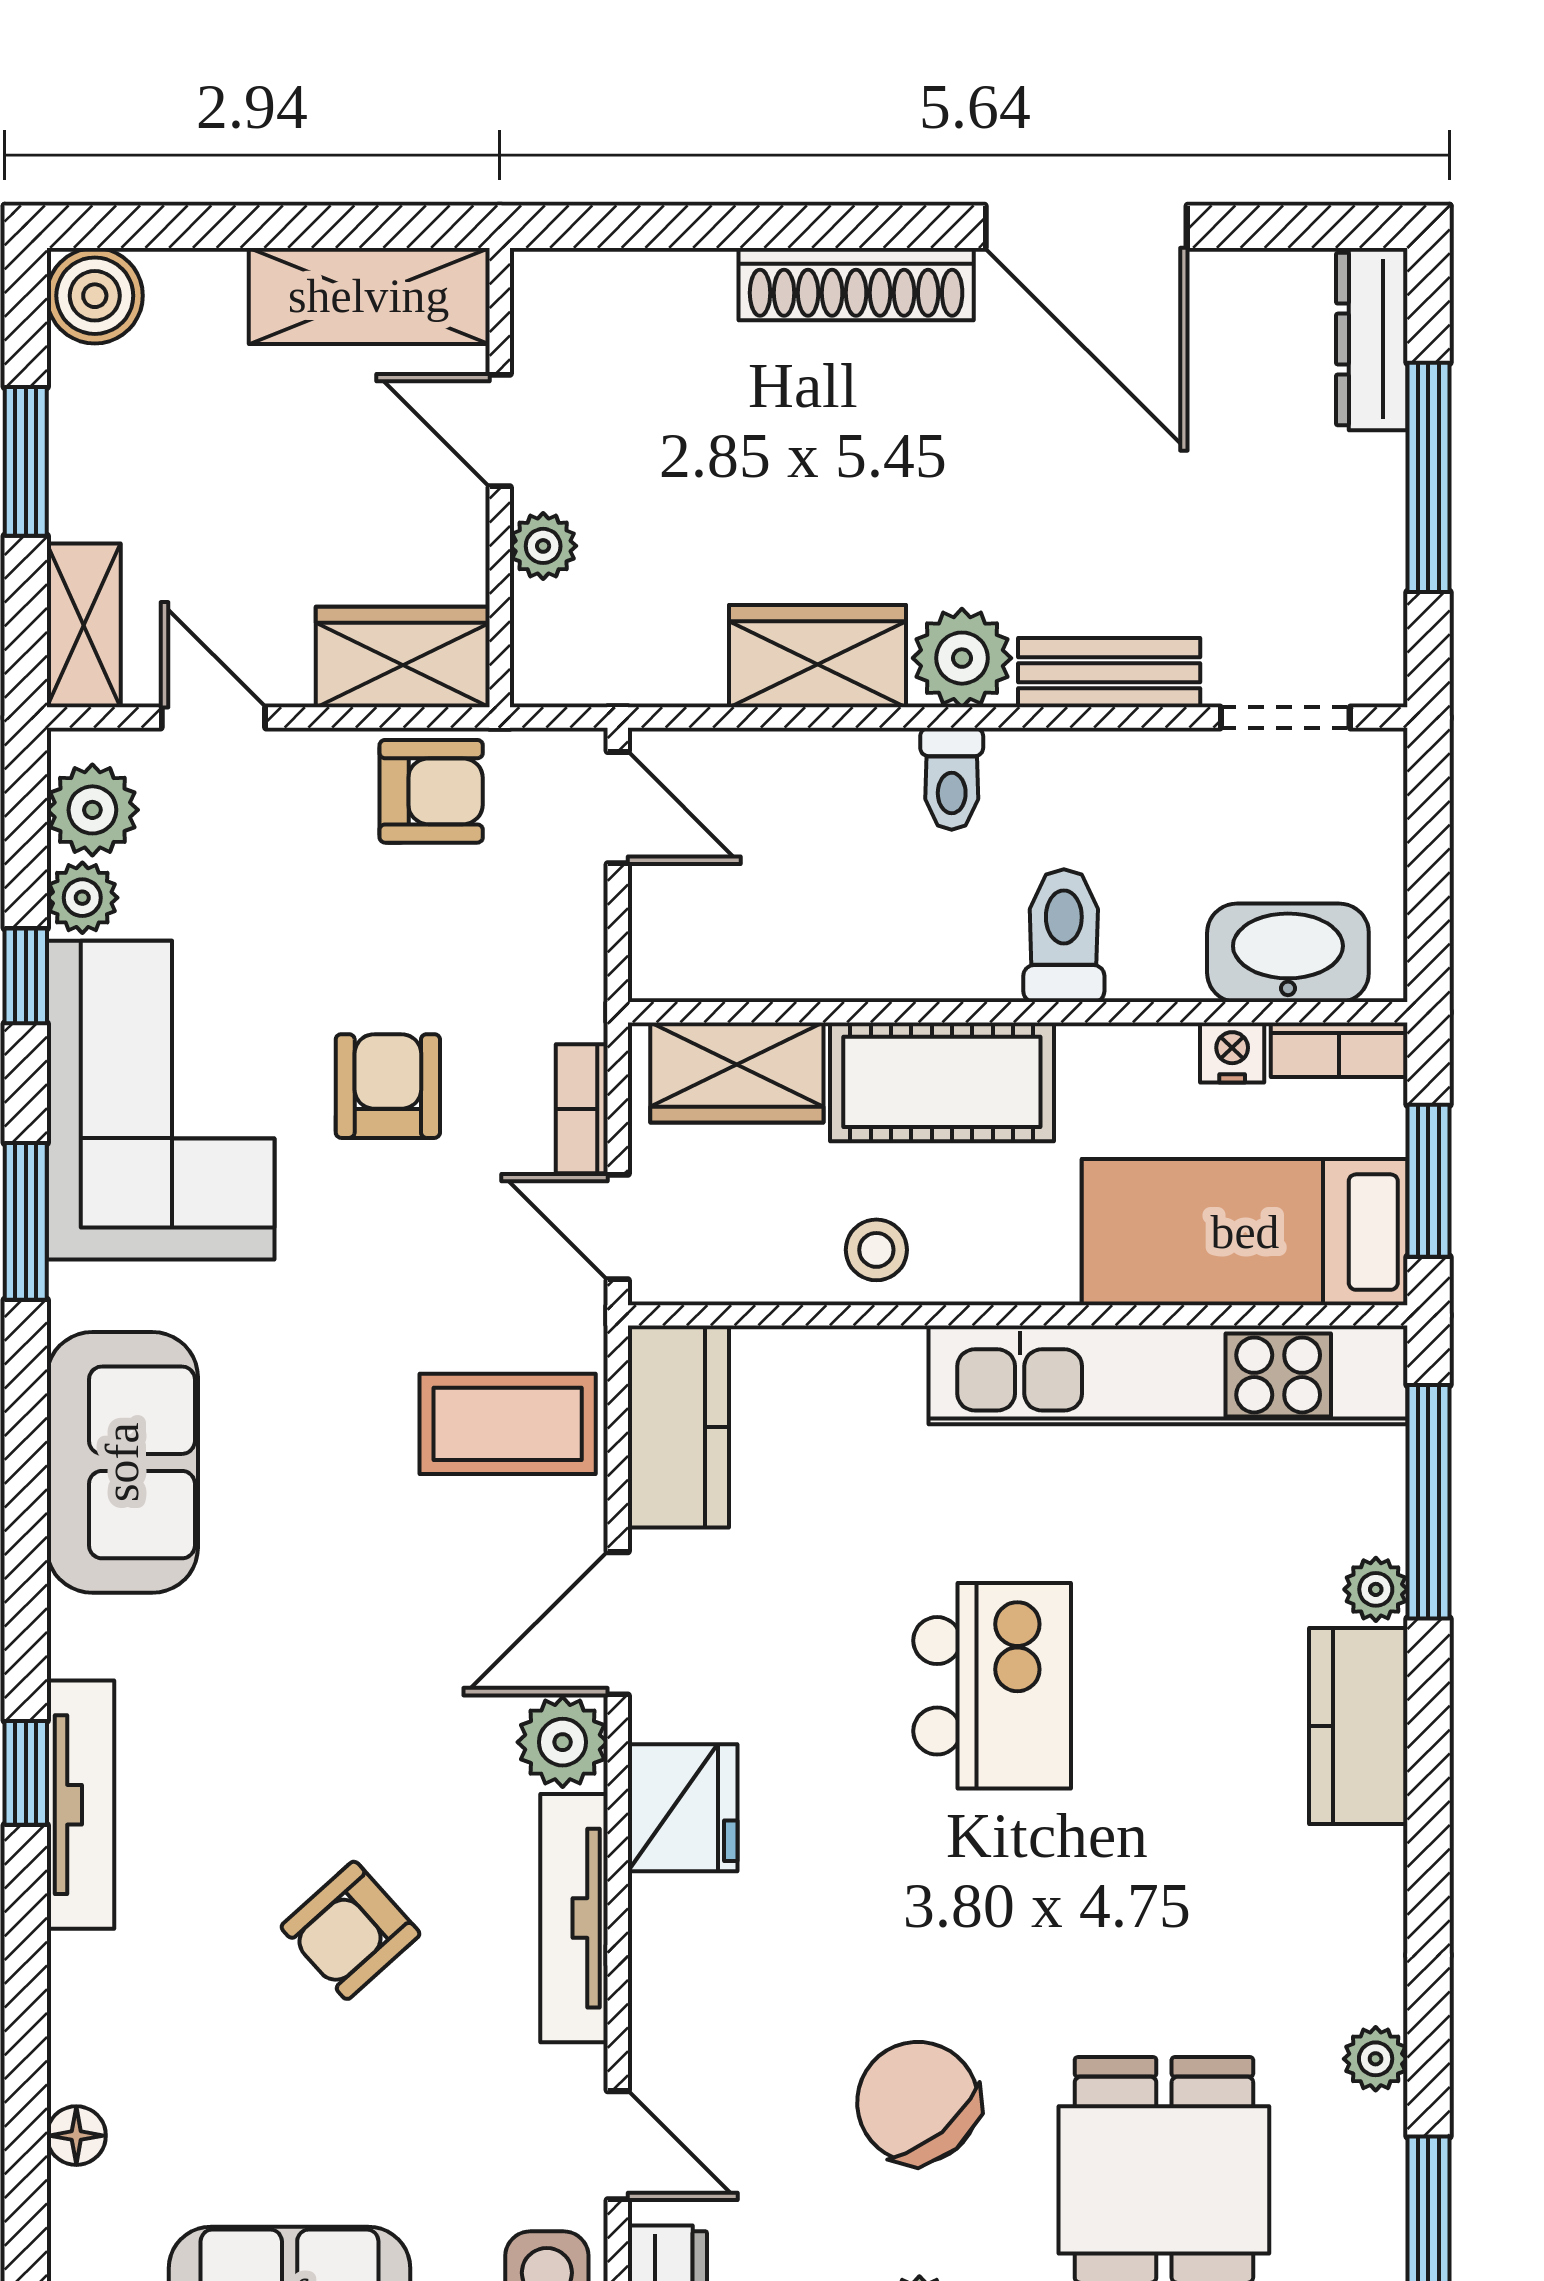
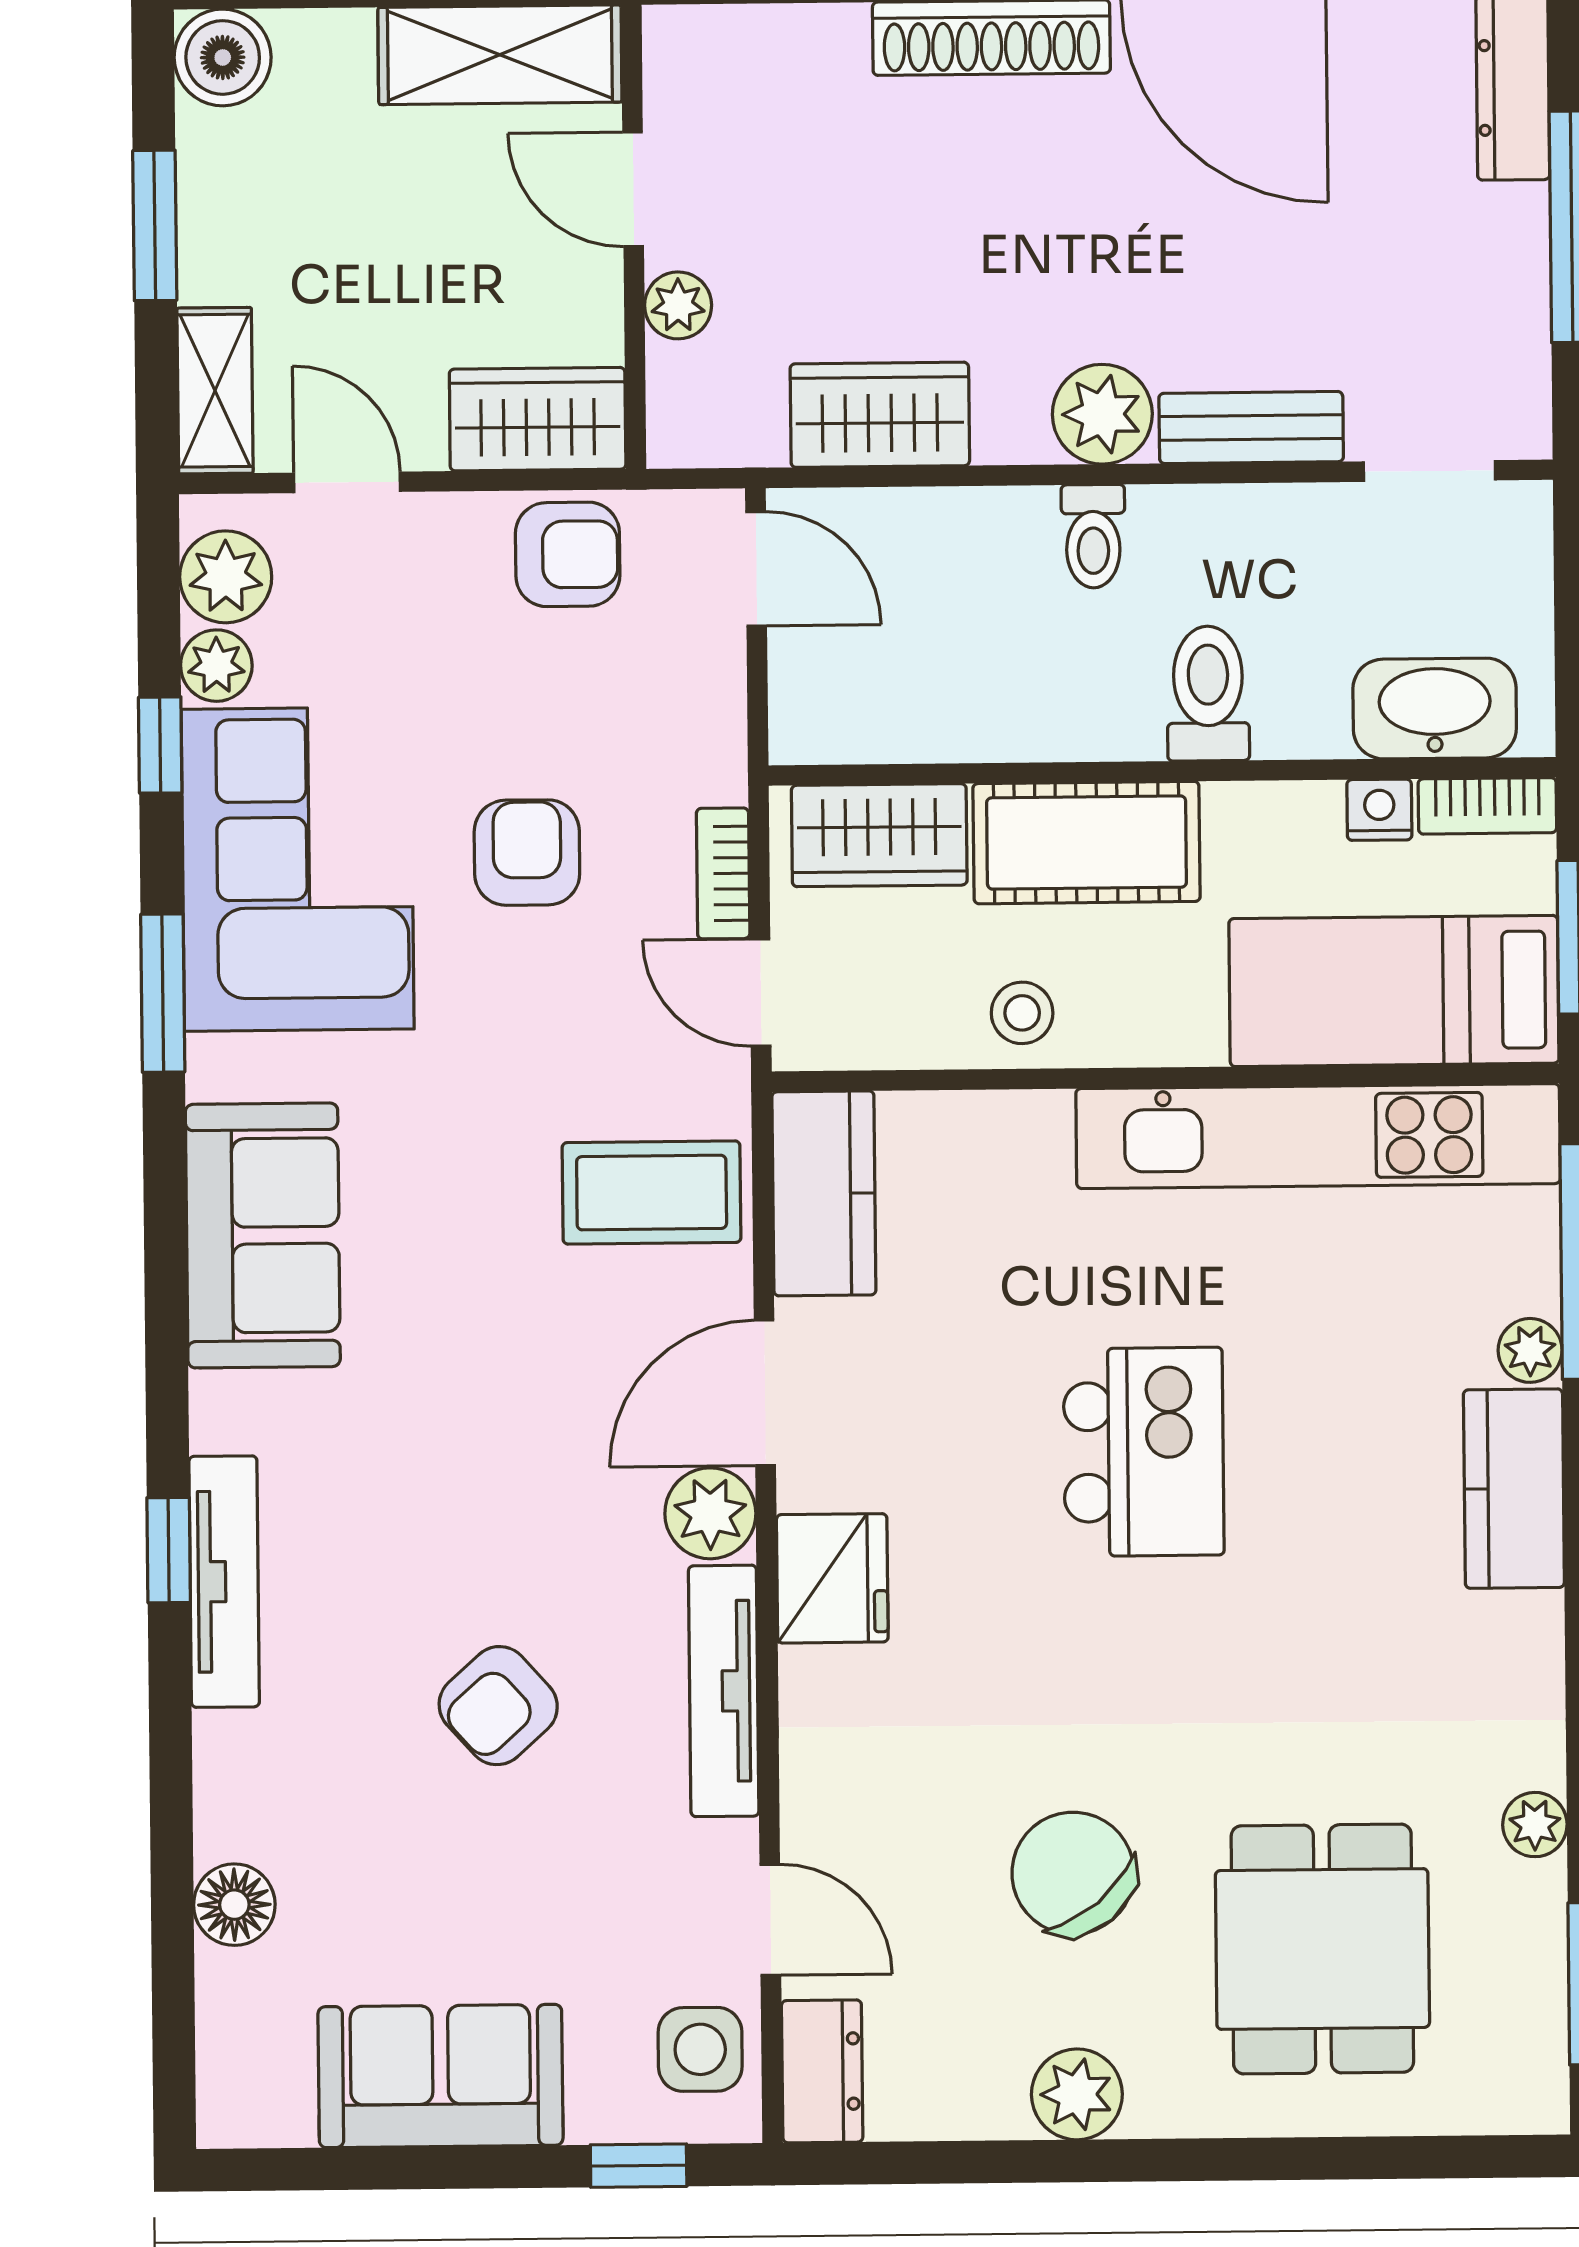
wardrobe: (817, 656) -> (880, 415), moved
floor lamp: (76, 2136) -> (234, 1905), width x1.37, depth x1.37

